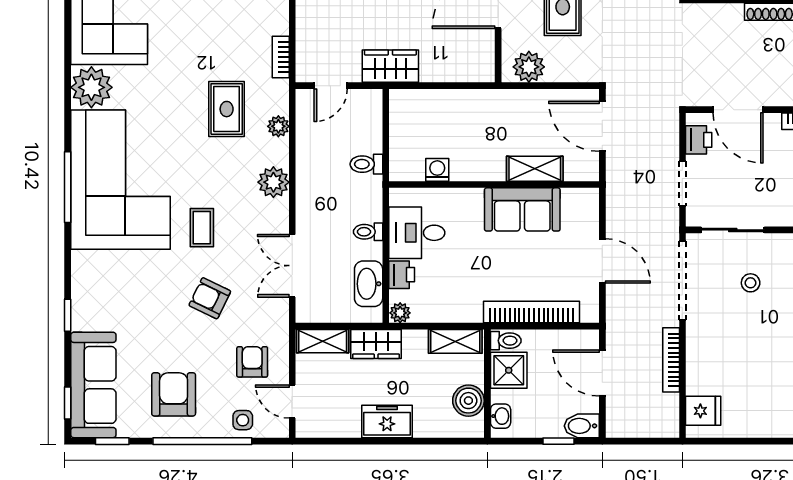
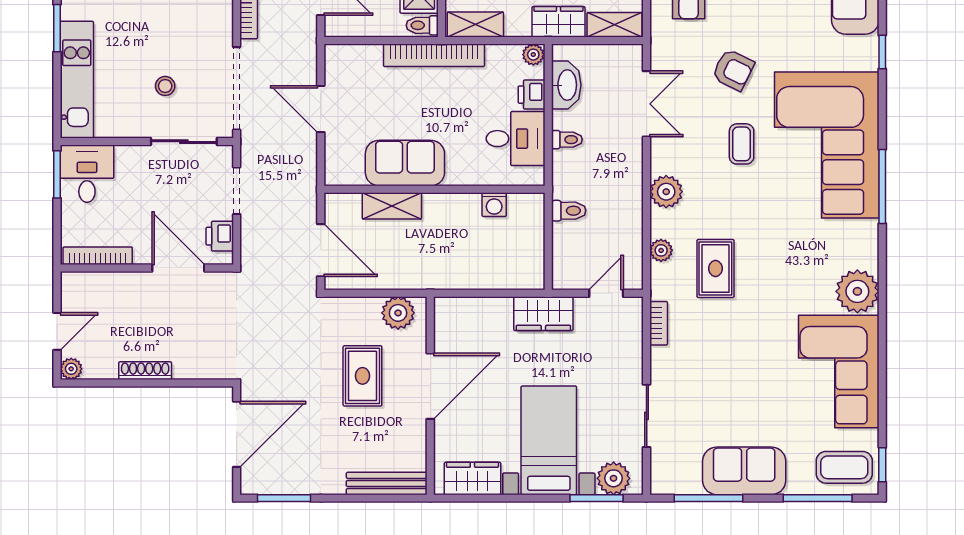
corner sofa: (121, 180) -> (827, 145), moved
bookcase: (531, 312) -> (434, 55), moved

